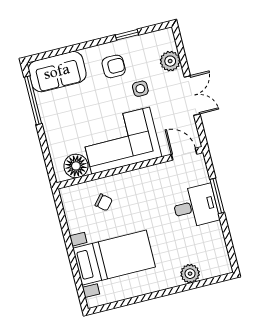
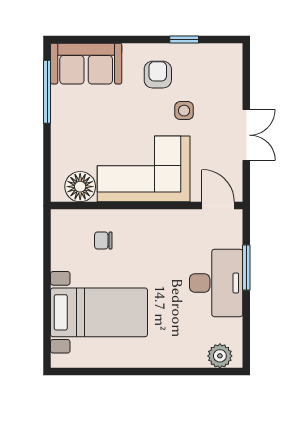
plant: (170, 61) -> (230, 85), removed
armchair: (114, 66) -> (158, 75), turned -90
chair: (104, 202) -> (103, 241), turned 140
desk: (195, 206) -> (216, 283), width x1.37
plant: (190, 274) -> (220, 356), moved

